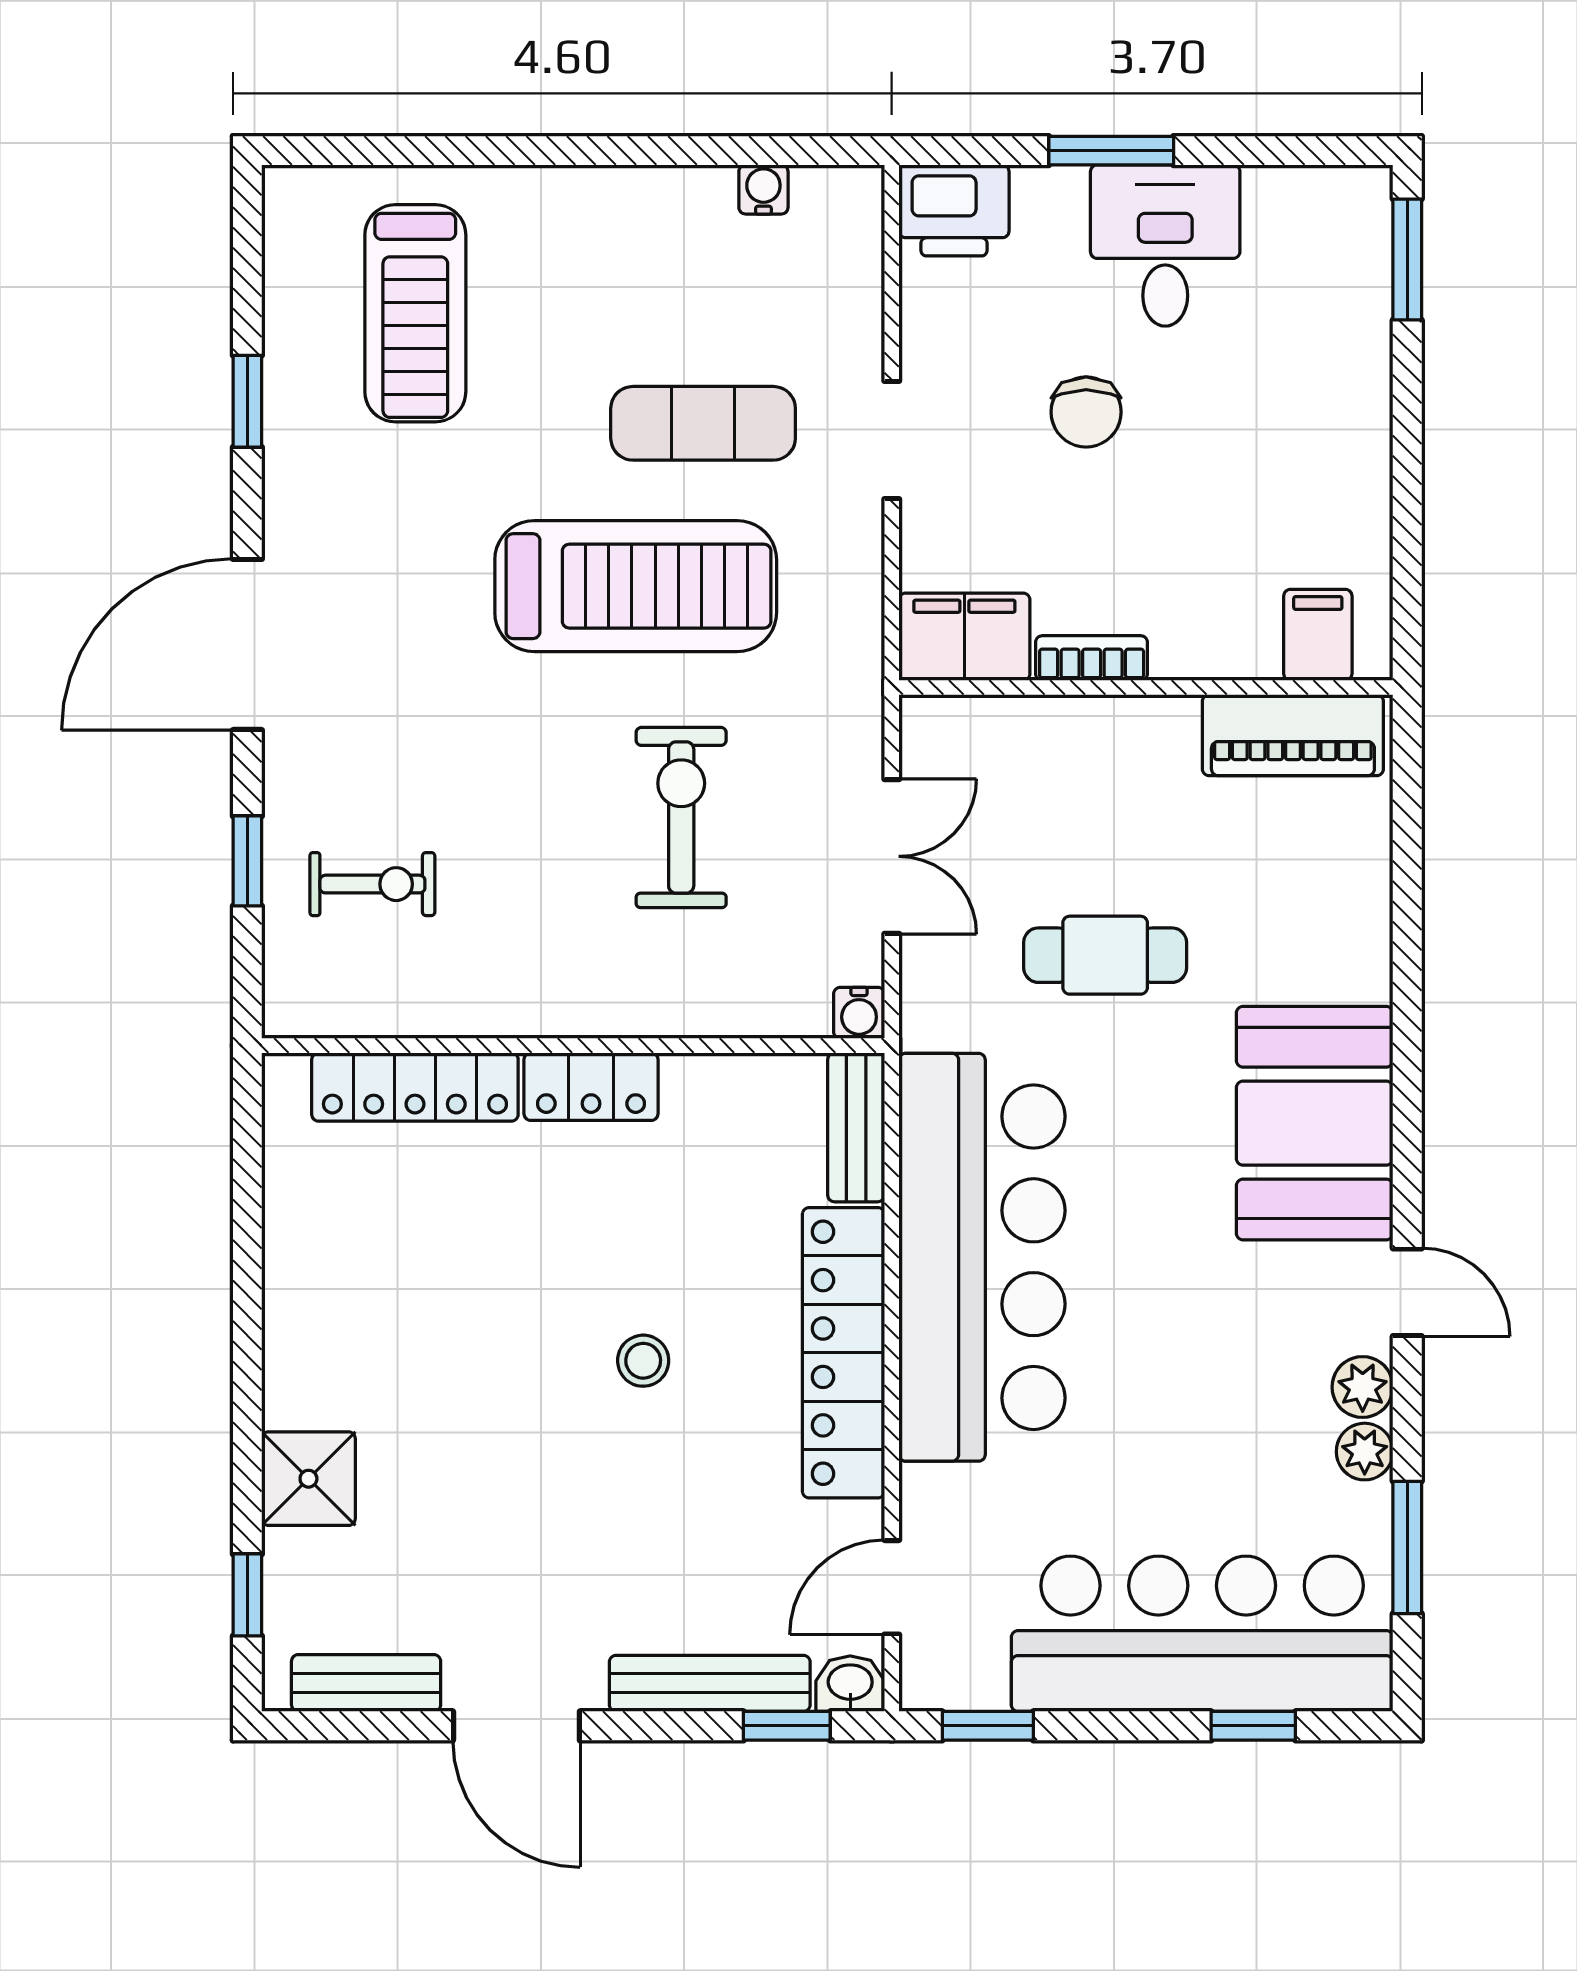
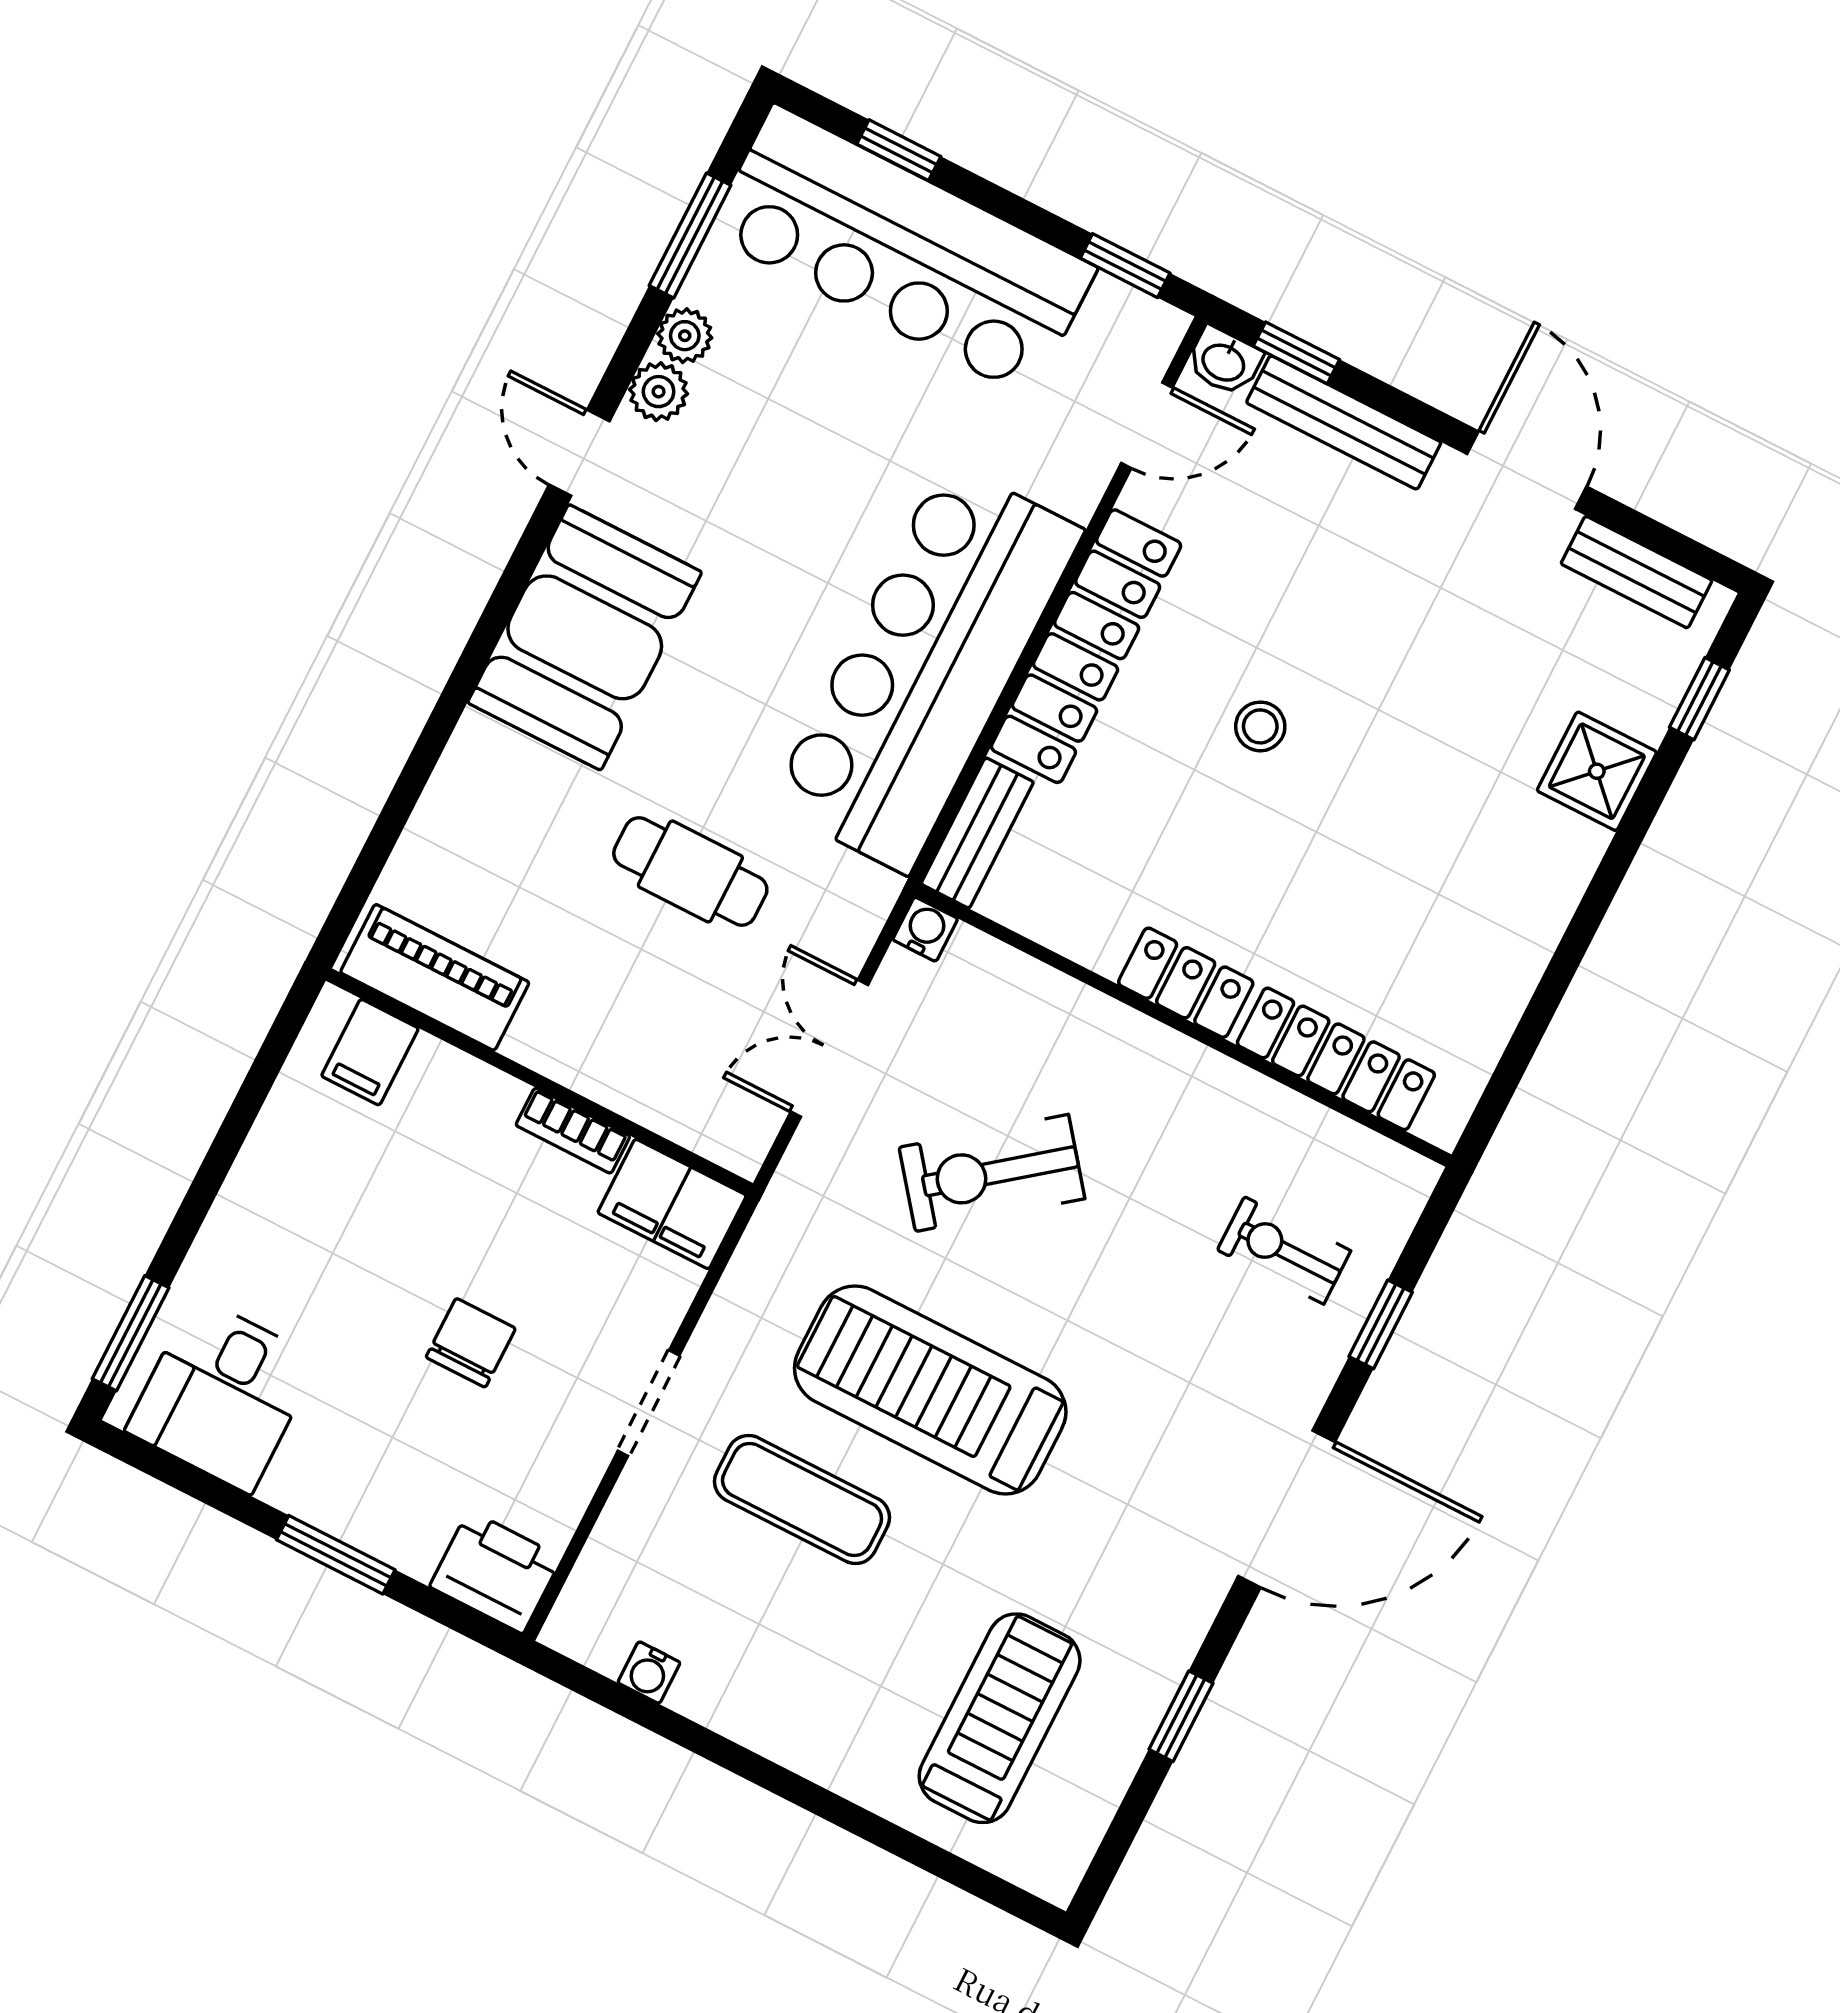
desk: (1165, 246) -> (222, 1395), moved
exercise bike: (681, 817) -> (992, 1173), turned 52

